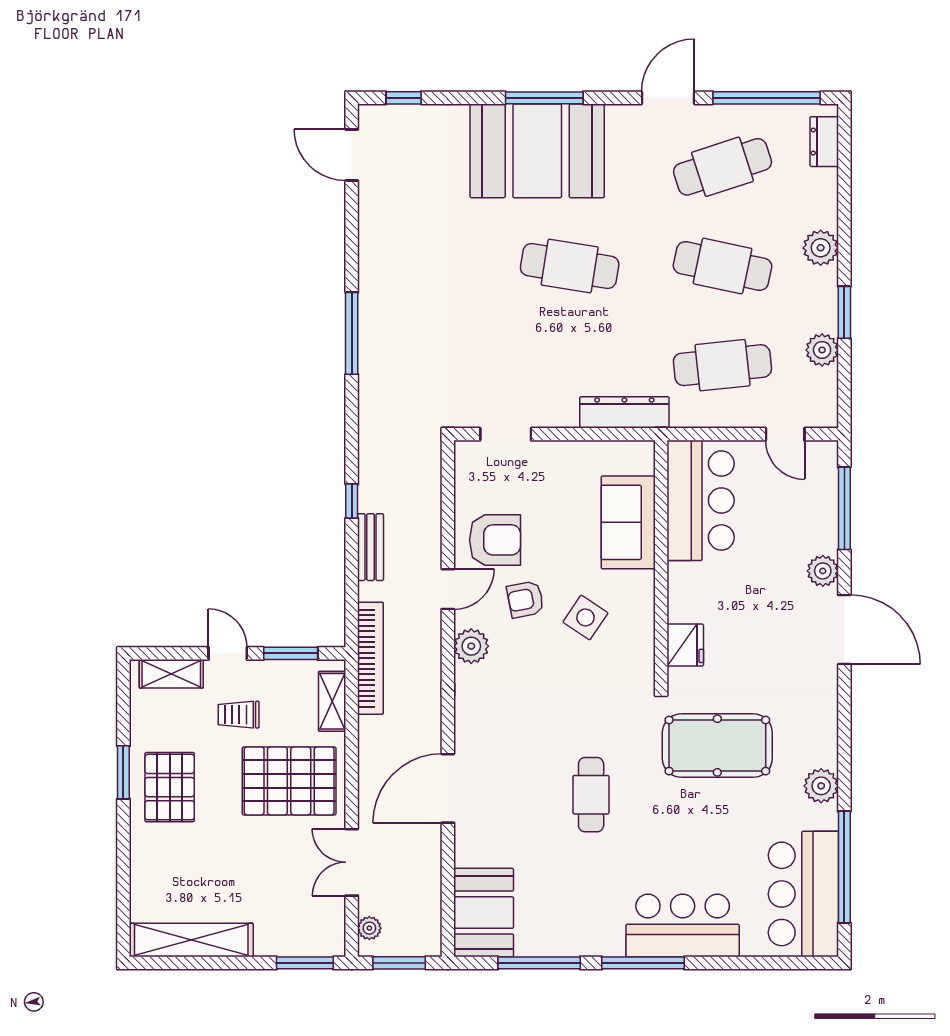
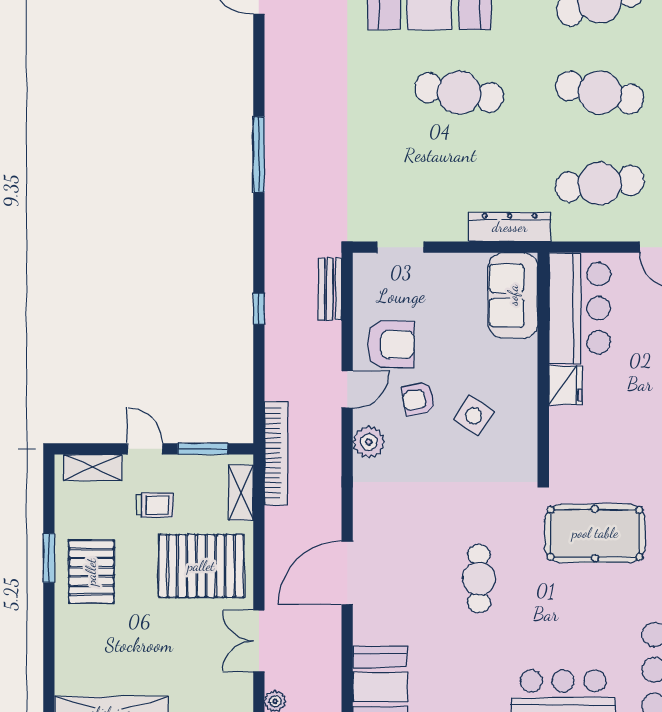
sofa: (628, 522) -> (513, 295), moved
bench: (370, 547) -> (330, 289), moved
fridge: (685, 645) -> (565, 385), moved
trolley: (239, 715) -> (155, 505), turned 180

